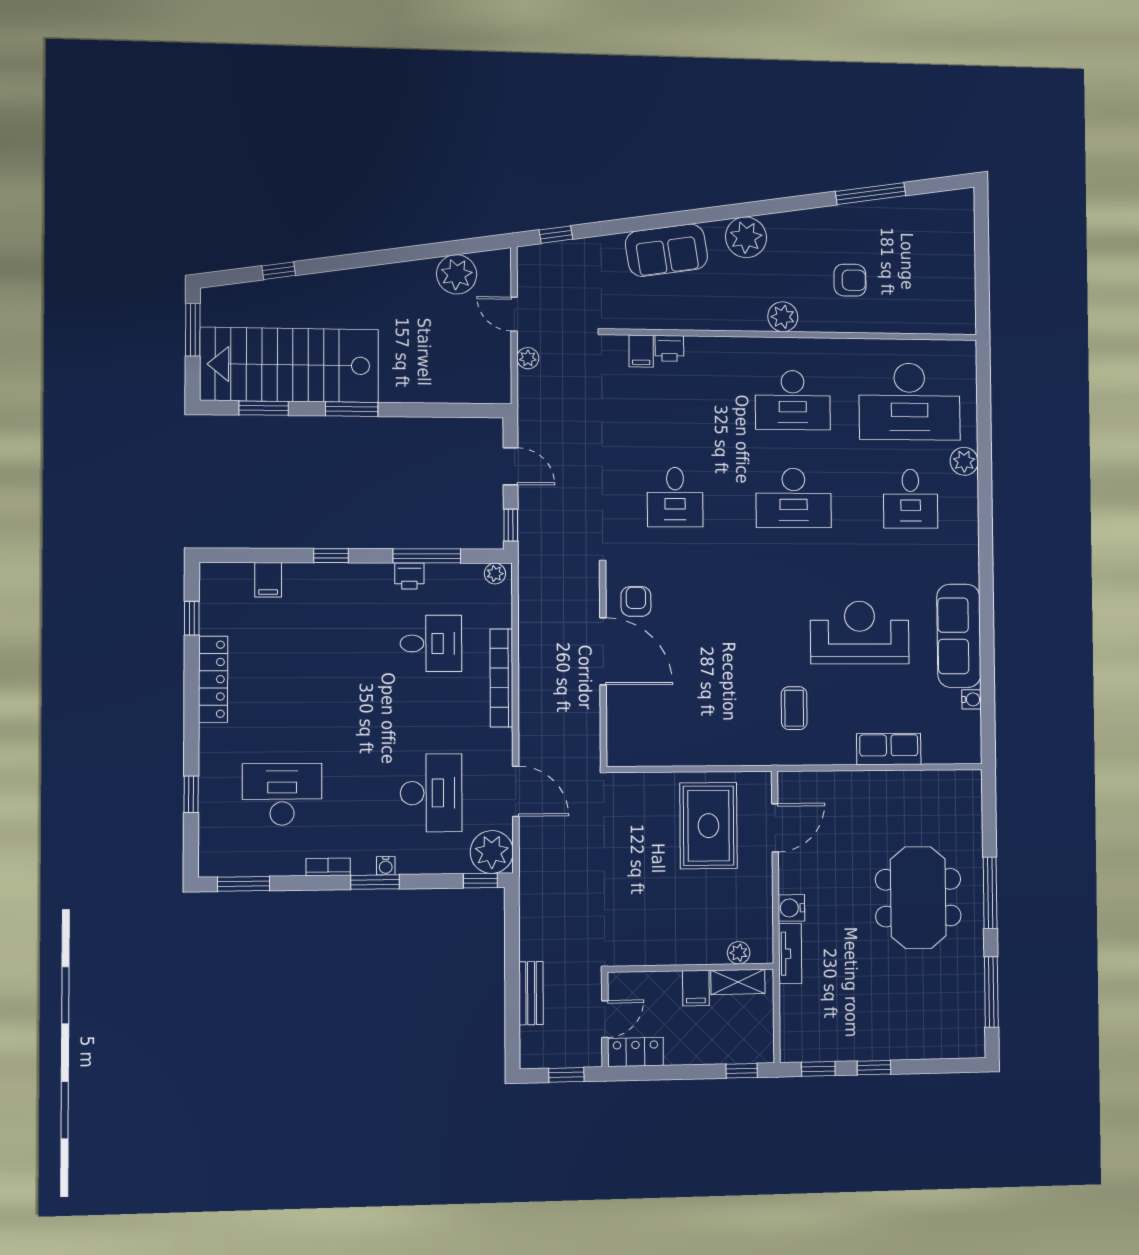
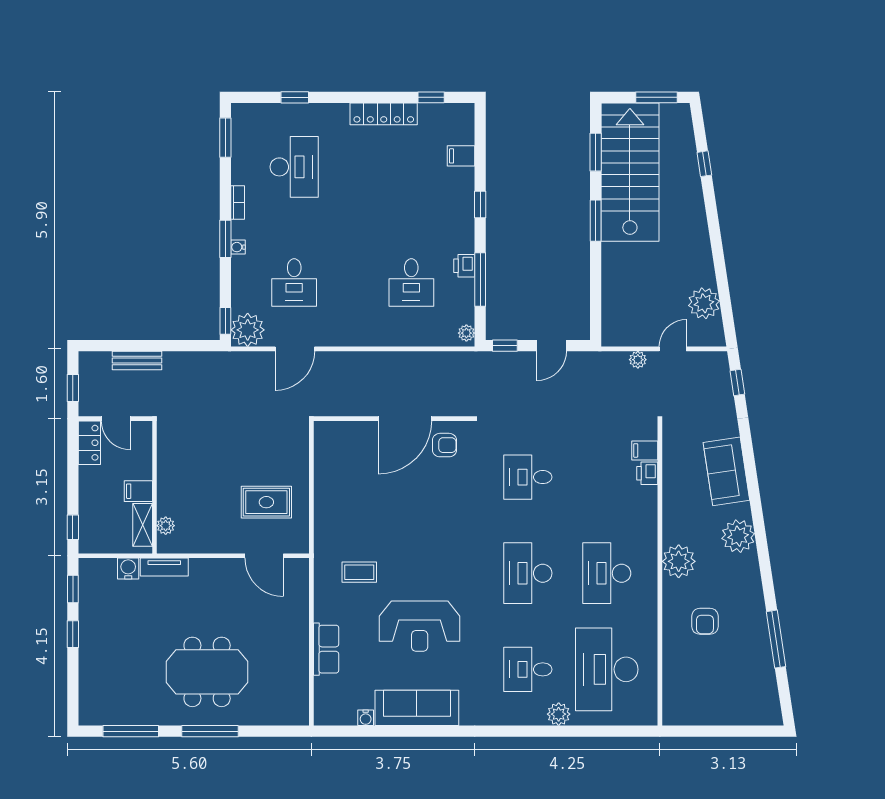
plant: (783, 317) -> (679, 561), width x1.36, depth x1.36
reception desk: (860, 633) -> (420, 626), turned 90
bookcase: (501, 678) -> (384, 338), removed
desk: (431, 793) -> (294, 283), width x0.73
rug: (708, 826) -> (266, 502), width x0.73, depth x0.70
water cooler: (791, 908) -> (128, 569), moved

